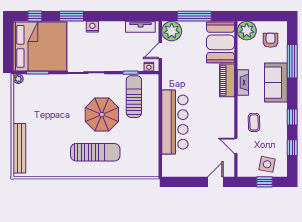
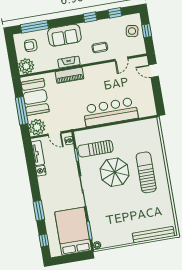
nightstand: (92, 27) -> (41, 171), moved
booth: (220, 42) -> (35, 97), moved, turned 90
bed: (40, 46) -> (73, 231), width x0.73
window: (292, 61) -> (34, 27), moved

